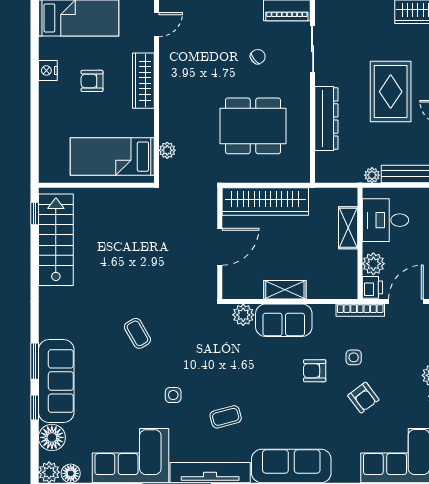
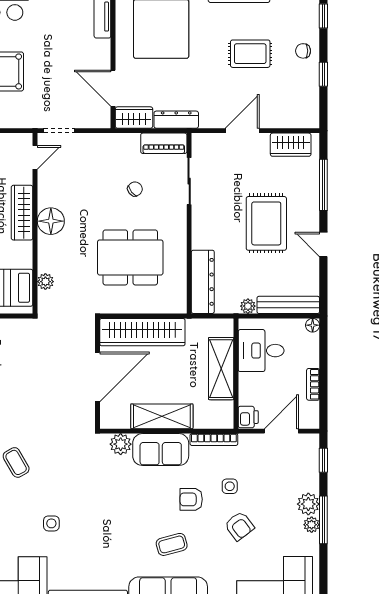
floor lamp: (173, 89) -> (51, 221), added
dresser: (326, 118) -> (203, 282), moved
shelving: (348, 228) -> (221, 369), width x1.50, depth x1.33
door: (220, 247) -> (97, 377), width x1.36
plant: (373, 264) -> (249, 394), removed
shelving: (285, 290) -> (162, 416), width x1.50, depth x1.33
bookcase: (360, 310) -> (214, 440), moved
coffee table: (226, 417) -> (172, 544), moved

